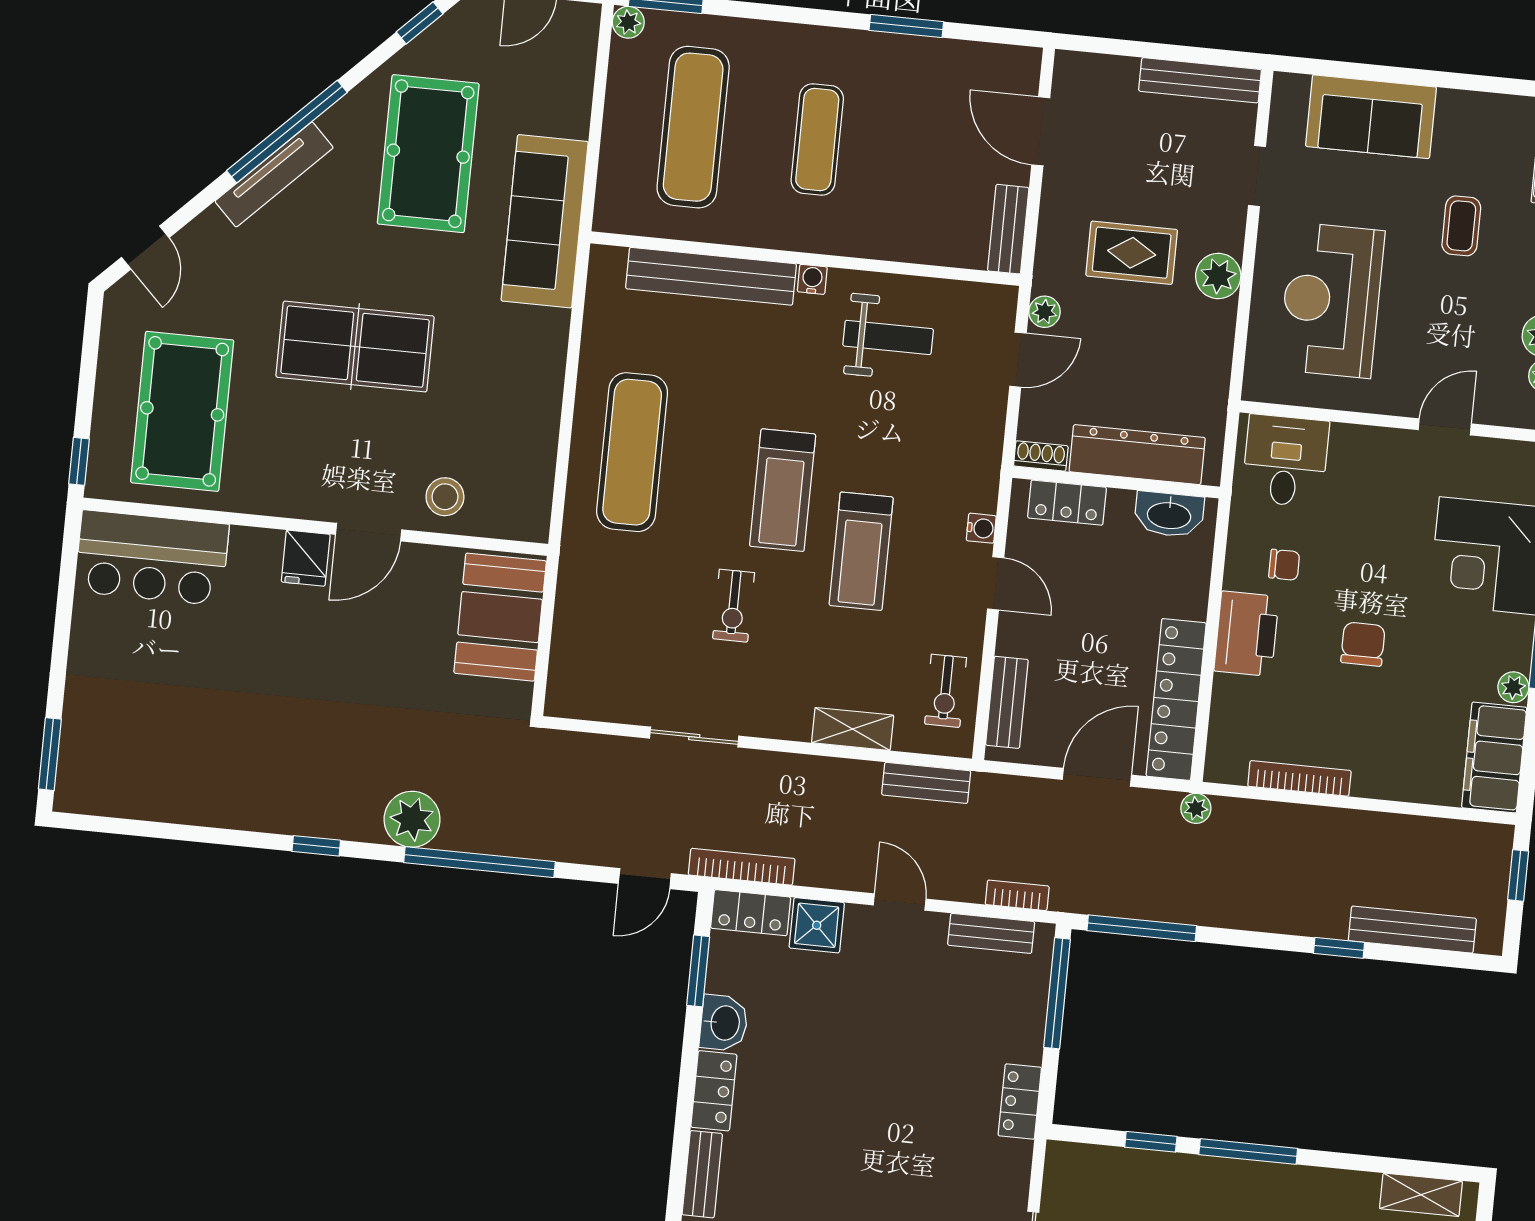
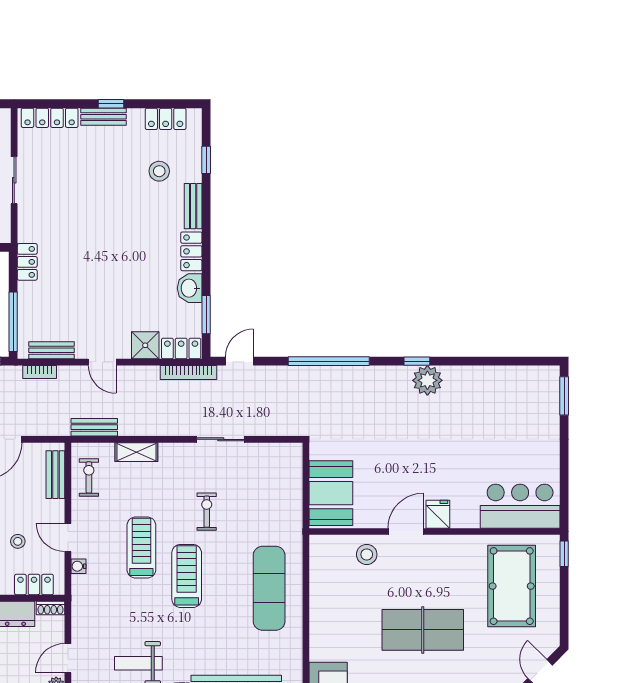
stool: (1089, 585) -> (18, 541), added
plant: (412, 819) -> (427, 380), moved

